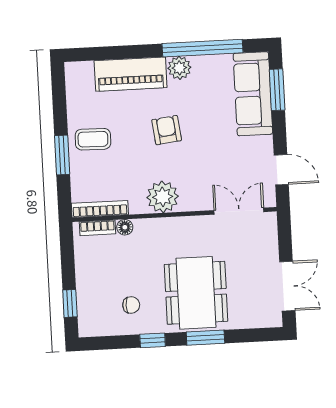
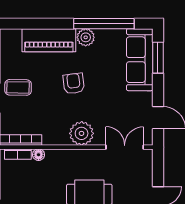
plant: (163, 197) -> (82, 133), moved

